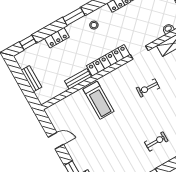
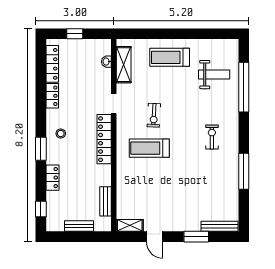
bench: (78, 79) -> (105, 201), moved
treadmill: (99, 100) -> (149, 148), moved, turned 180
shelving: (54, 117) -> (130, 225), added
door: (56, 141) -> (155, 237), swing flipped

